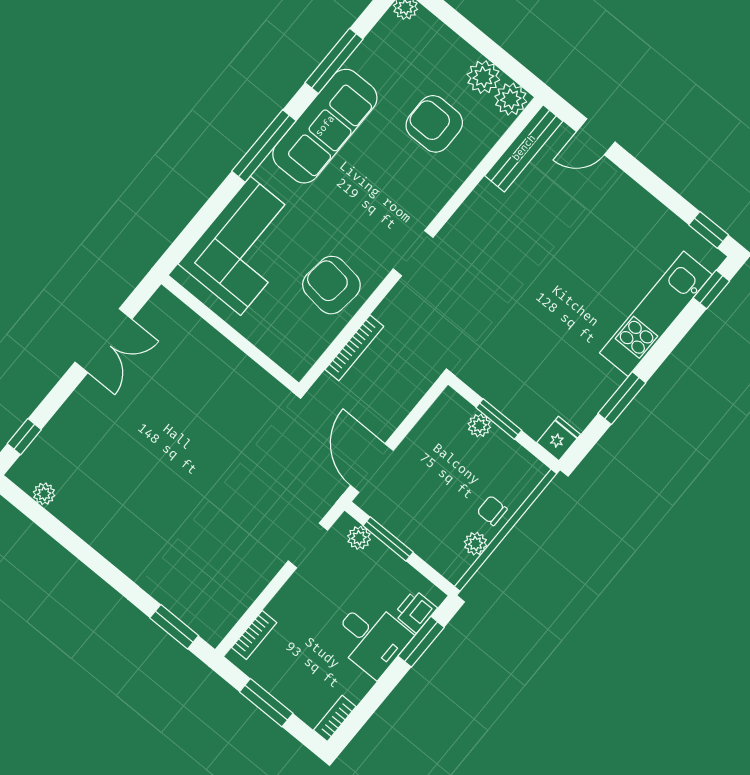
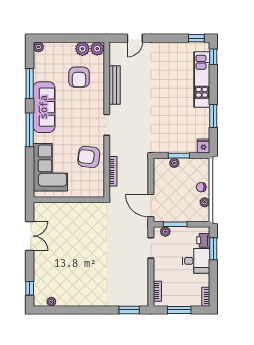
armchair: (434, 124) -> (79, 77), turned -90
bench: (524, 148) -> (115, 85), moved

